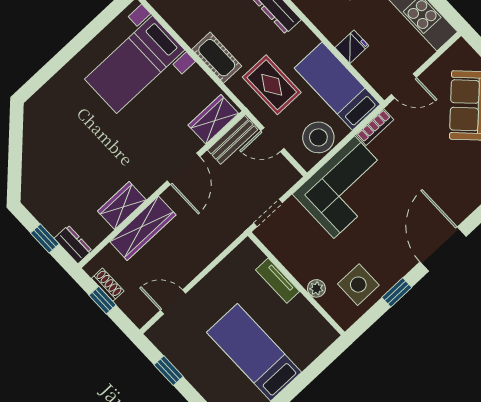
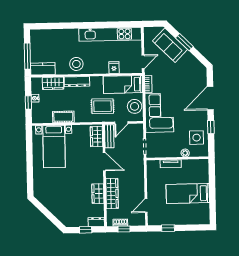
cot: (217, 58) -> (63, 117), moved
door: (443, 249) -> (210, 98), hinge flipped

